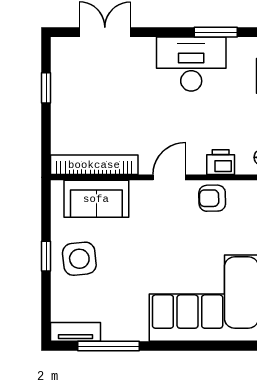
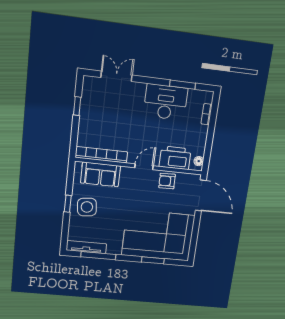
printer: (221, 162) -> (175, 158), width x1.87, depth x1.48
tv unit: (76, 332) -> (86, 247), width x1.41
window: (207, 346) -> (153, 260), added

